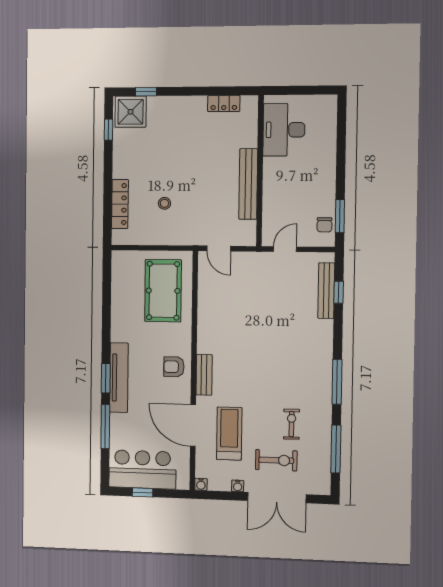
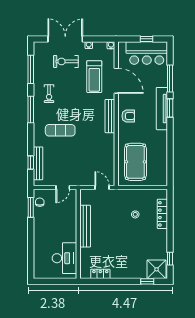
exercise mat: (288, 346) -> (60, 130), added
bench: (204, 375) -> (110, 116), width x1.36
exercise bike: (291, 424) -> (49, 94), moved

